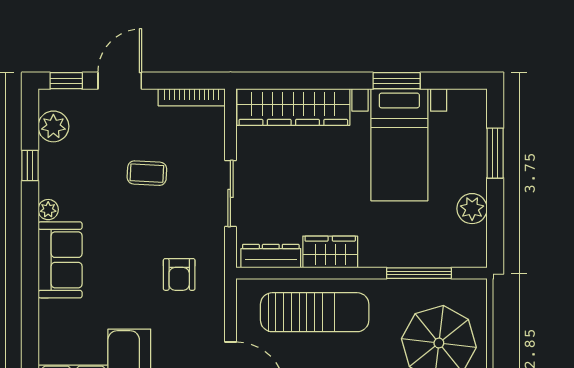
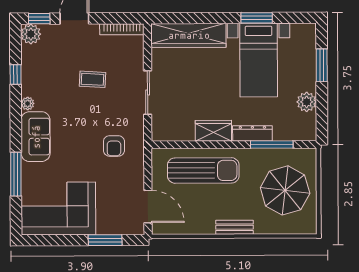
plant: (53, 126) -> (31, 34), moved
dresser: (271, 256) -> (252, 133), moved
window: (30, 317) -> (16, 174), added

